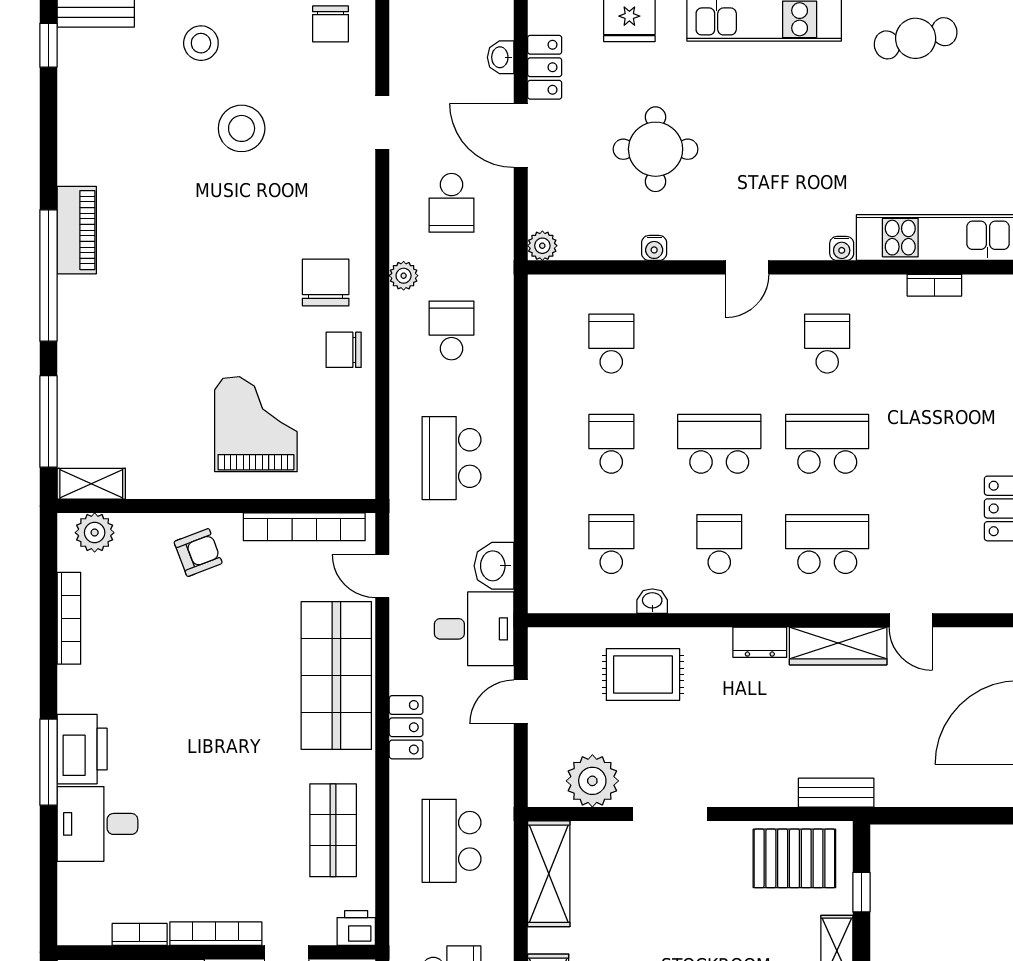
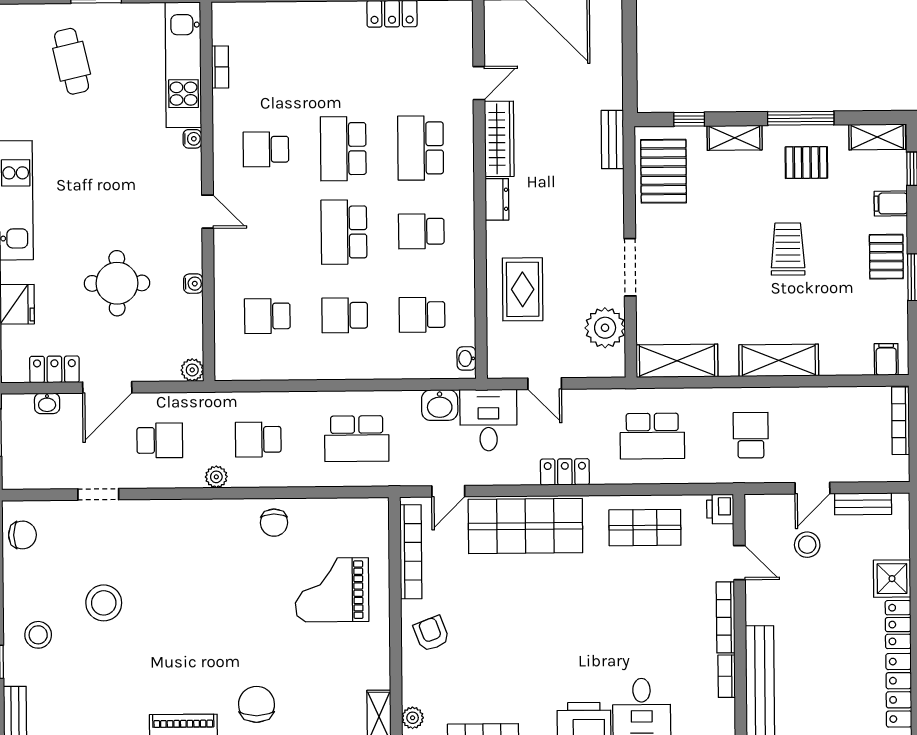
cafe table: (916, 38) -> (72, 61), moved
chair: (326, 282) -> (257, 704), moved, turned 90
plant: (95, 533) -> (413, 718), width x0.73, depth x0.73
washbasin: (652, 601) -> (466, 358), moved

